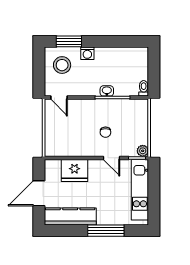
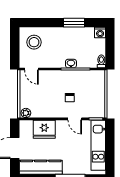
window: (69, 41) -> (74, 23), moved
washing machine: (87, 53) -> (100, 32), moved
plant: (143, 151) -> (26, 113), moved

